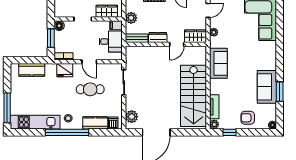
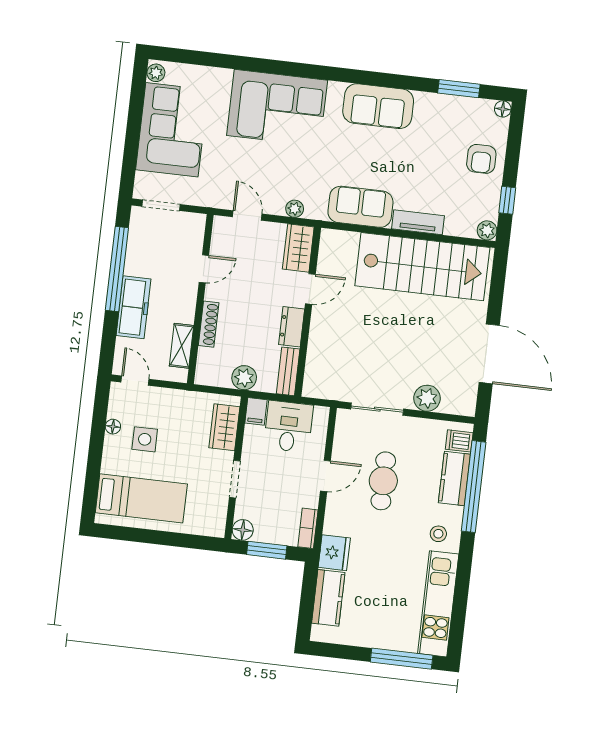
door: (177, 44) -> (310, 289), hinge flipped
fridge: (65, 70) -> (334, 553), moved
sofa: (267, 87) -> (378, 106), moved
window: (280, 92) -> (459, 89), moved
tv unit: (214, 107) -> (418, 222), moved
plant: (132, 117) -> (427, 398), moved
window: (67, 132) -> (474, 487), moved

